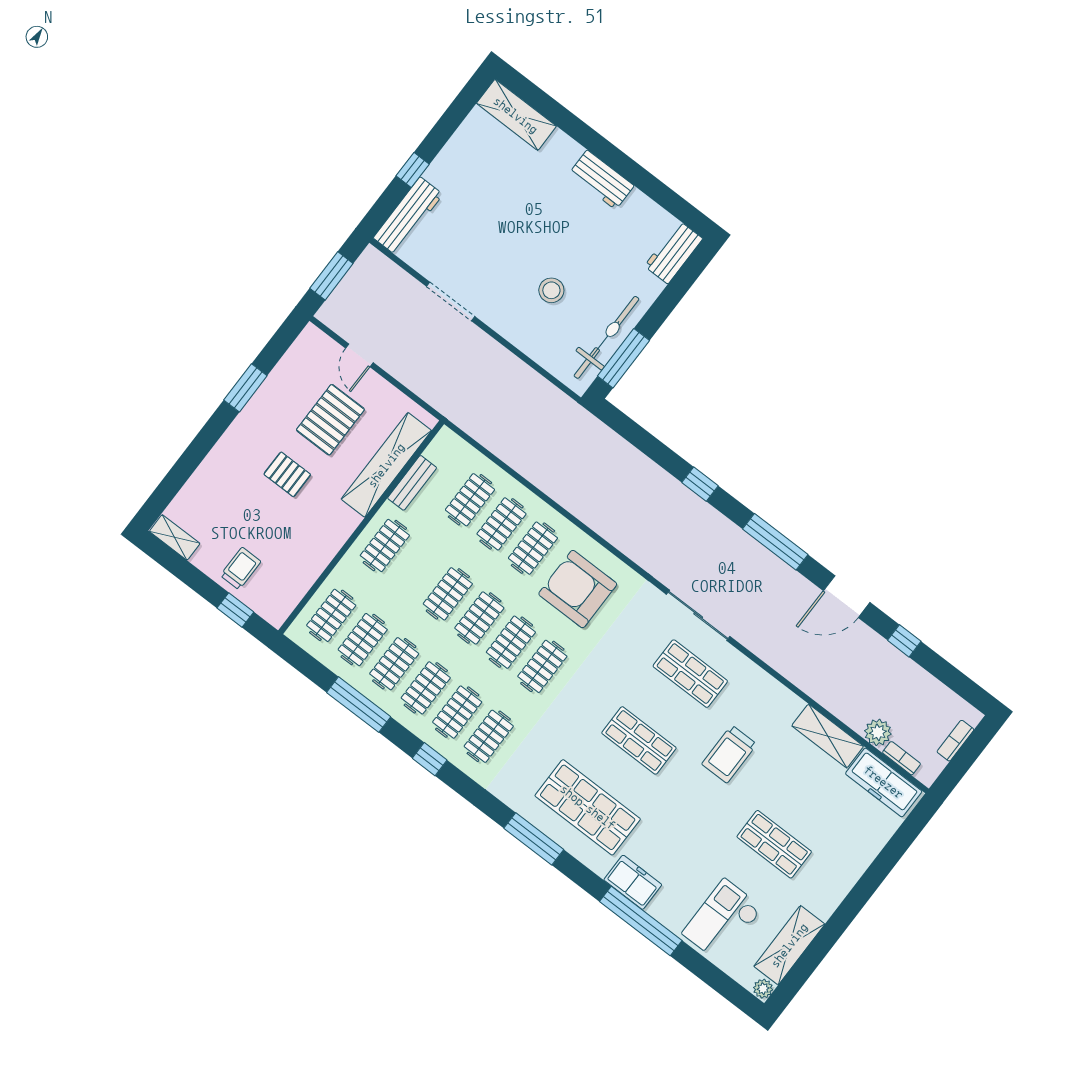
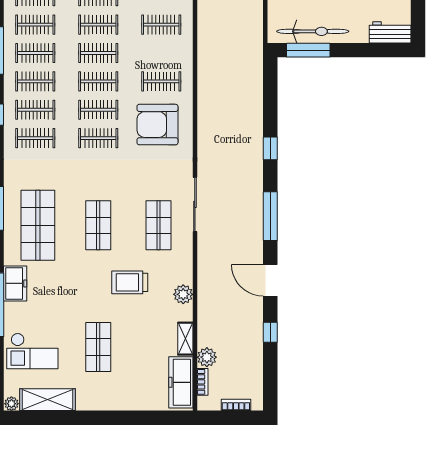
clothes rail: (501, 524) -> (98, 25), moved
armchair: (578, 589) -> (157, 125), turned -90
plant: (788, 705) -> (183, 294), added
shelving: (828, 736) -> (185, 339), width x0.67, depth x0.75
checkout: (722, 921) -> (32, 351), turned 180

